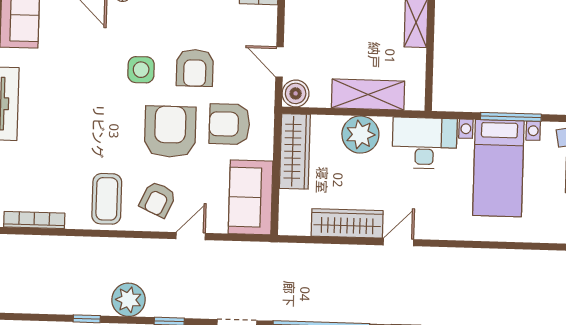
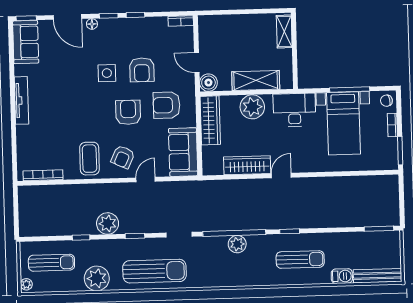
armchair: (170, 132) -> (128, 112), width x0.73, depth x0.73

